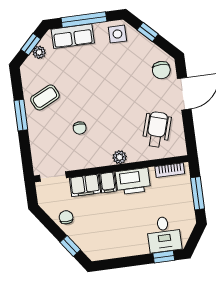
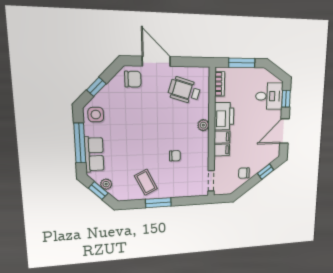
filing cabinet: (85, 185) -> (222, 150), width x0.50
door: (124, 262) -> (284, 131), added

